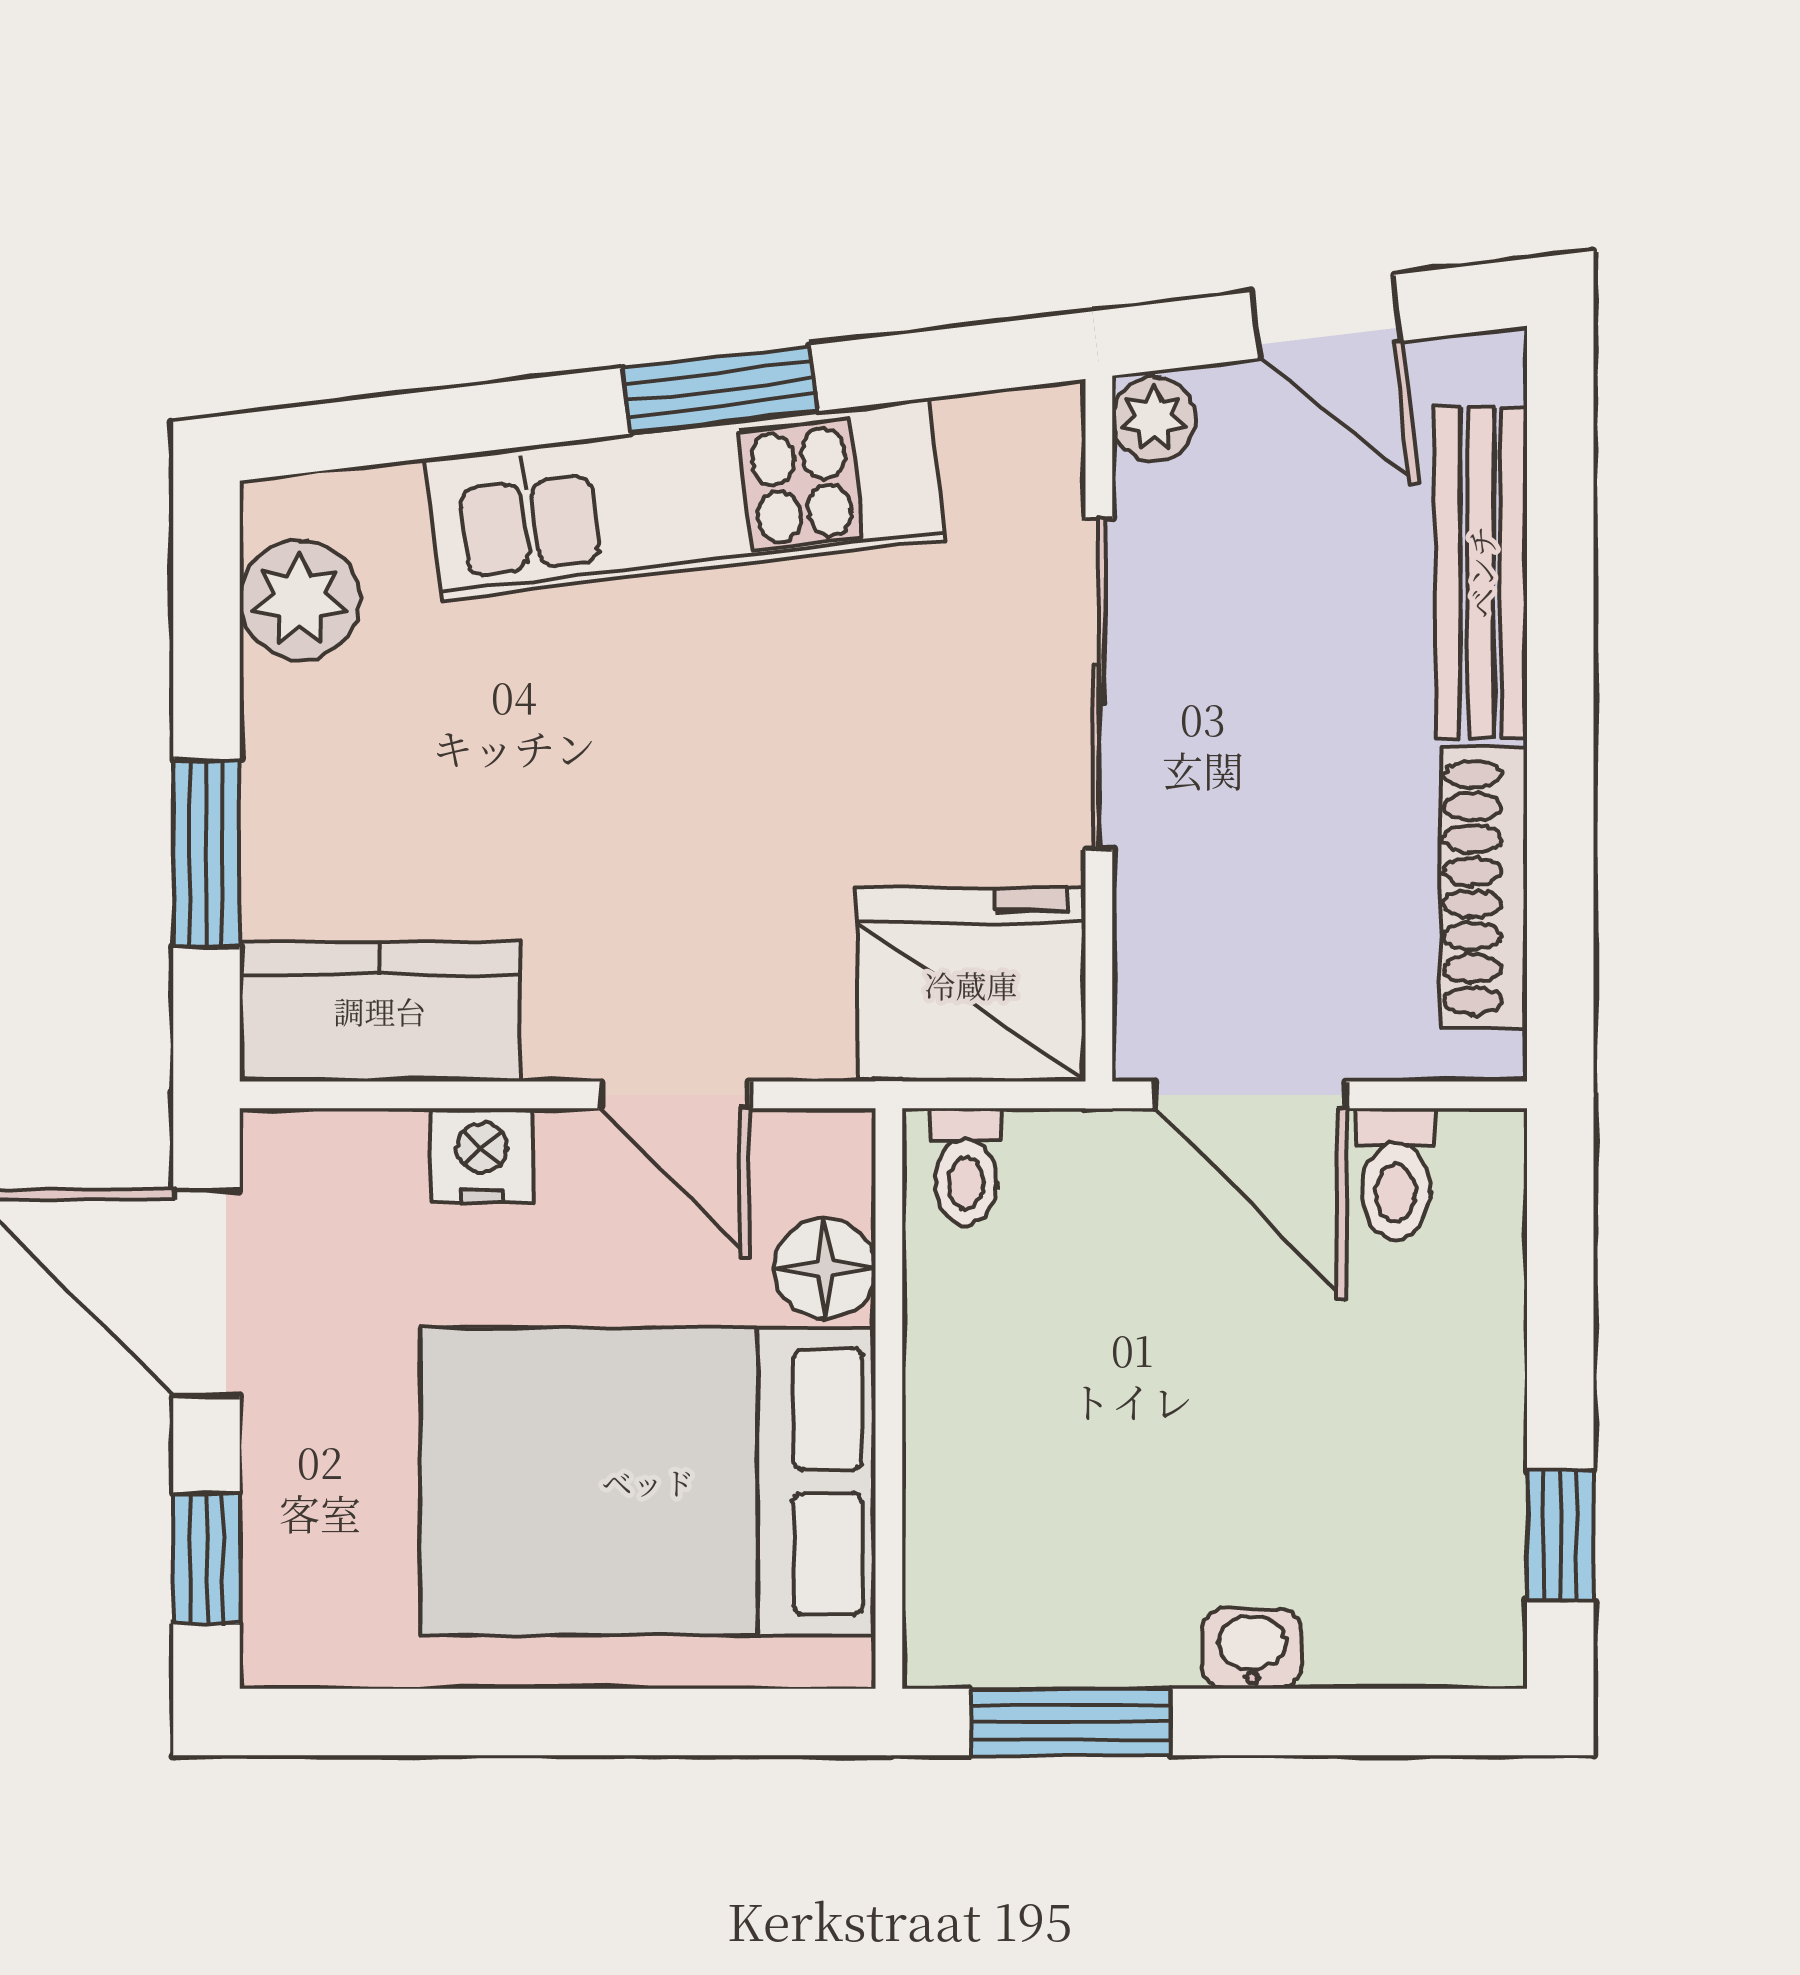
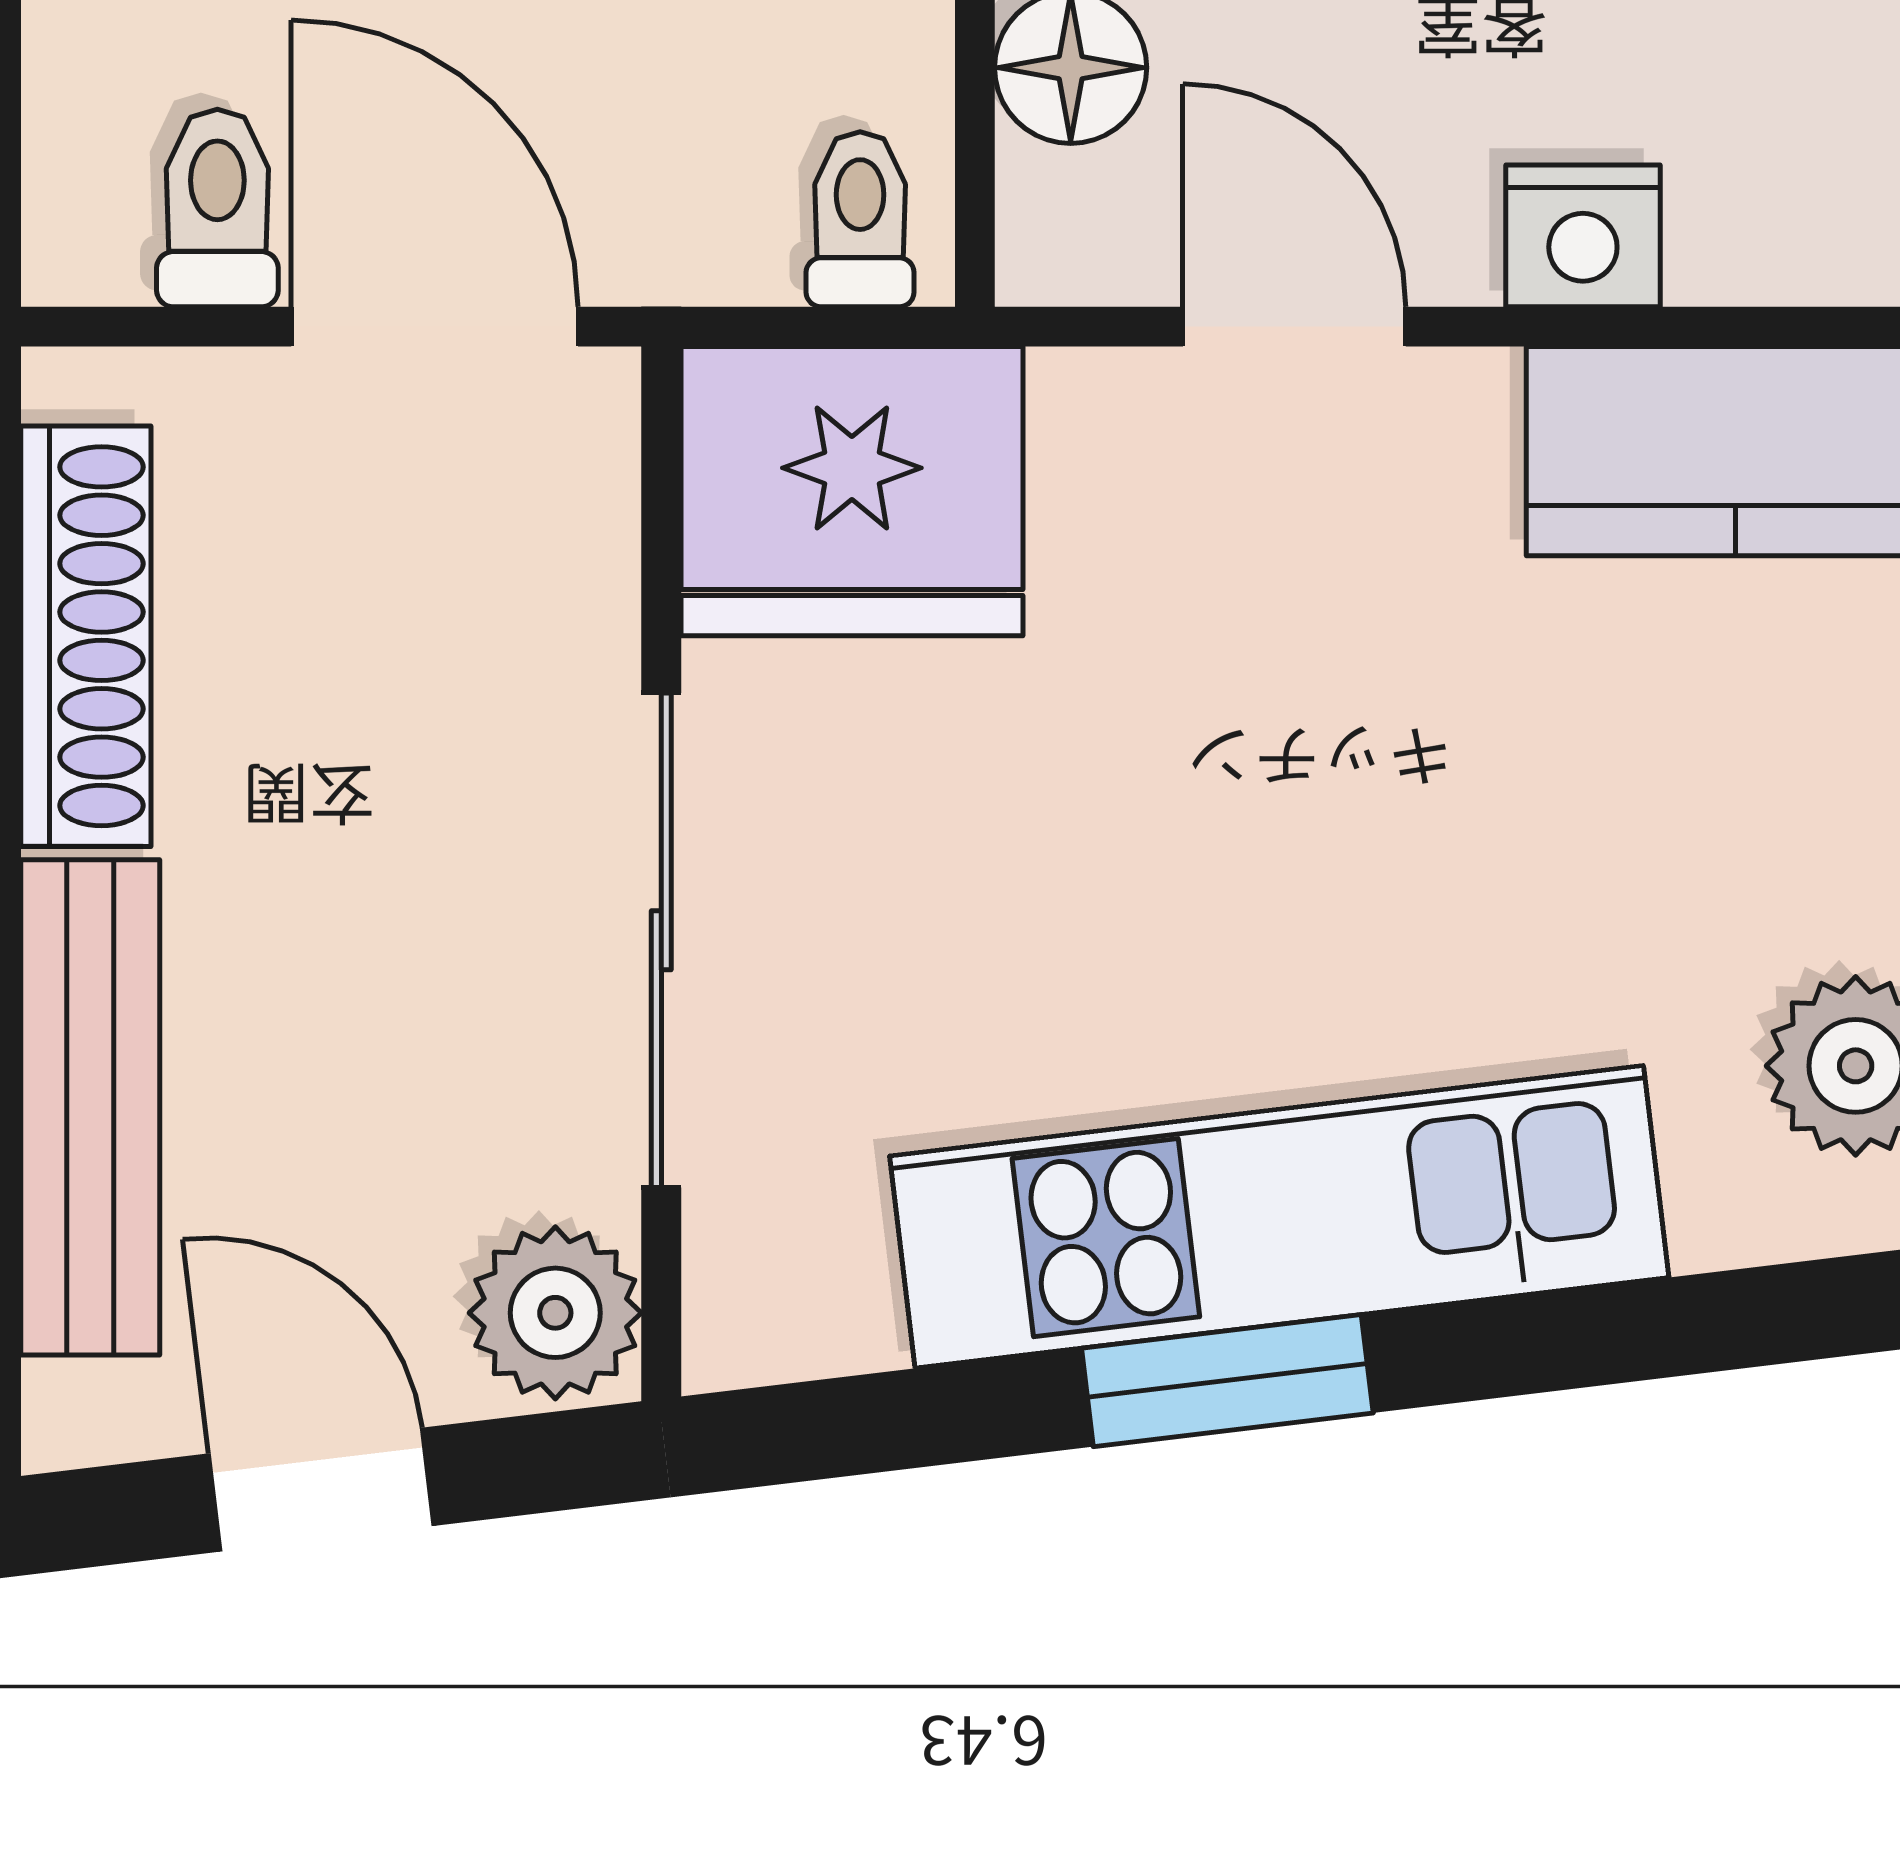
plant: (1154, 419) -> (555, 1313), width x1.38, depth x1.38

